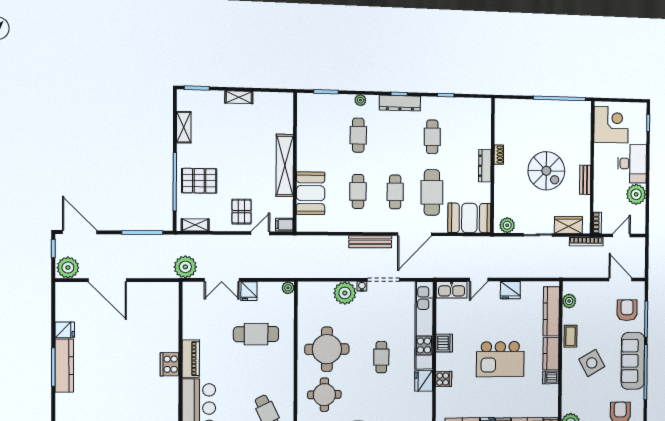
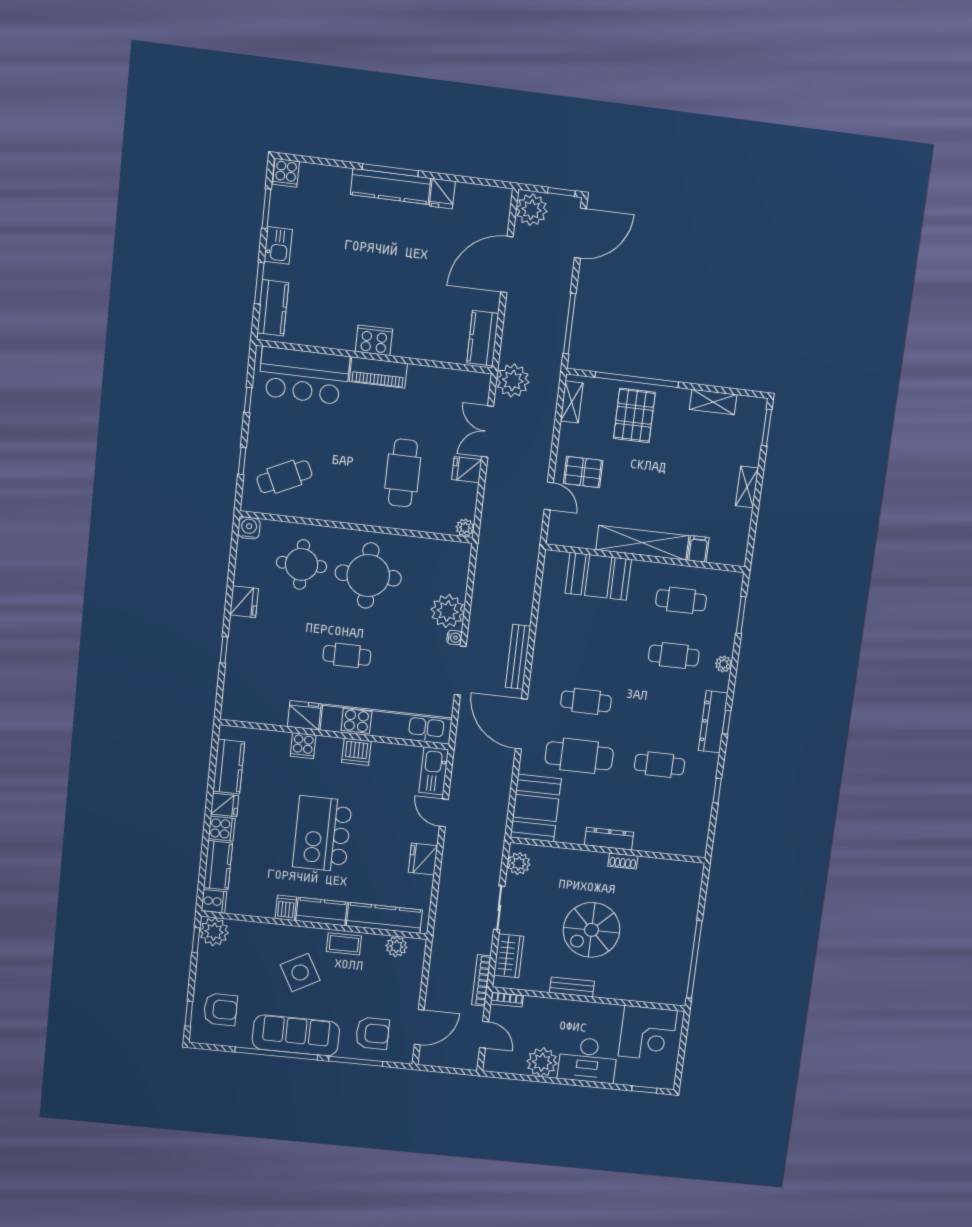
cafe table: (358, 191) -> (681, 600), moved
filing cabinet: (284, 225) -> (698, 549), moved
kitchen counter: (159, 291) -> (483, 338), added

